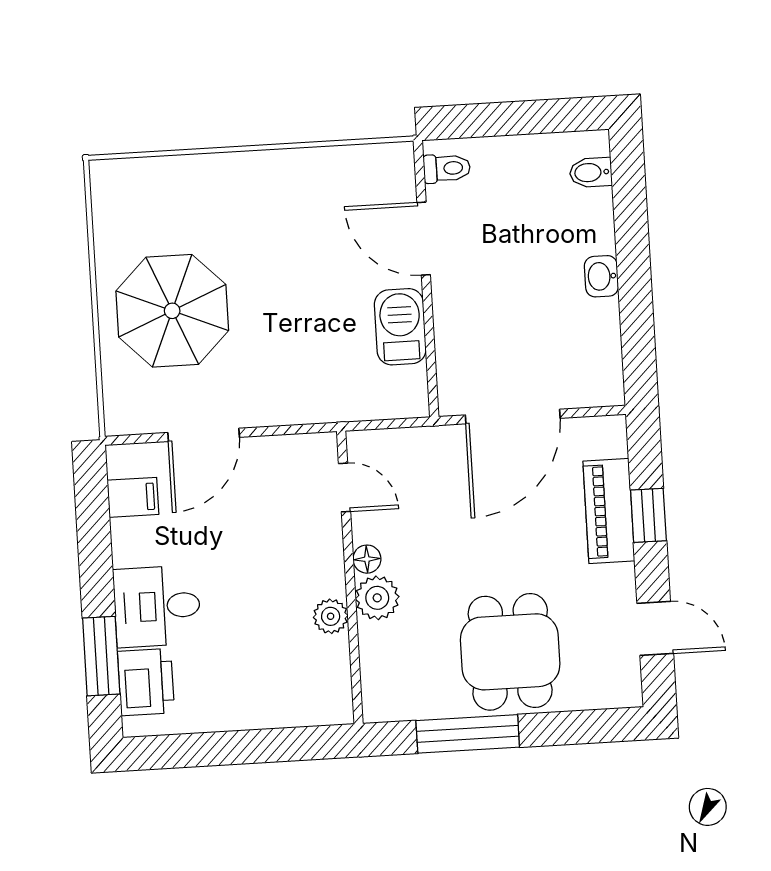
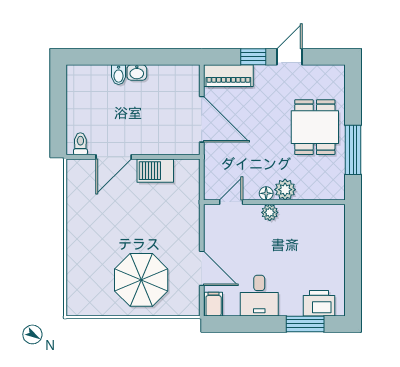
bidet: (591, 172) -> (119, 75), moved
filing cabinet: (133, 497) -> (214, 304), moved
piano: (609, 511) -> (228, 76), moved
desk: (157, 606) -> (259, 296), moved
plant: (331, 616) -> (270, 212), moved
door: (655, 628) -> (290, 57), moved
dining table: (510, 652) -> (315, 127), turned 90

